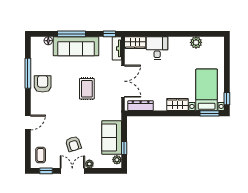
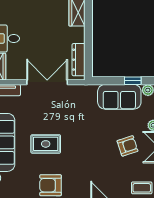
rug: (87, 89) -> (46, 144), moved

